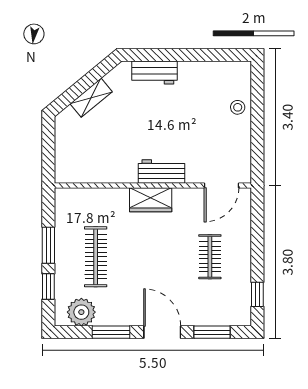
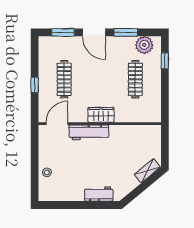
shelving: (91, 98) -> (147, 171), moved
workbench: (162, 172) -> (89, 132), width x1.38
window: (48, 245) -> (165, 86), removed
clothes rail: (210, 257) -> (64, 79), width x1.36
window: (257, 294) -> (35, 85), moved

